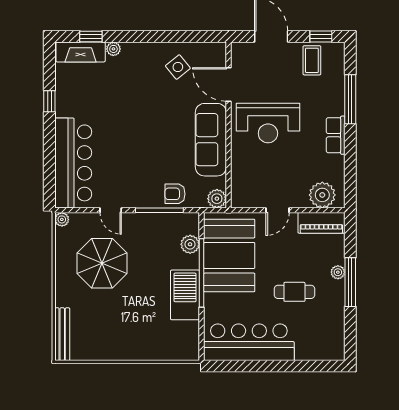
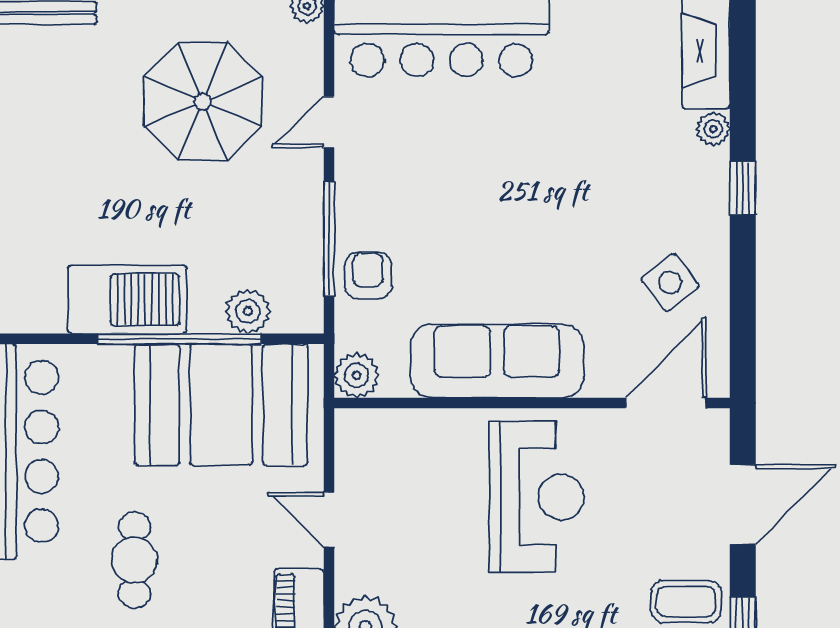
window: (91, 37) -> (743, 188), moved
door: (228, 84) -> (666, 403), moved
reception desk: (268, 123) -> (537, 497), turned 180

